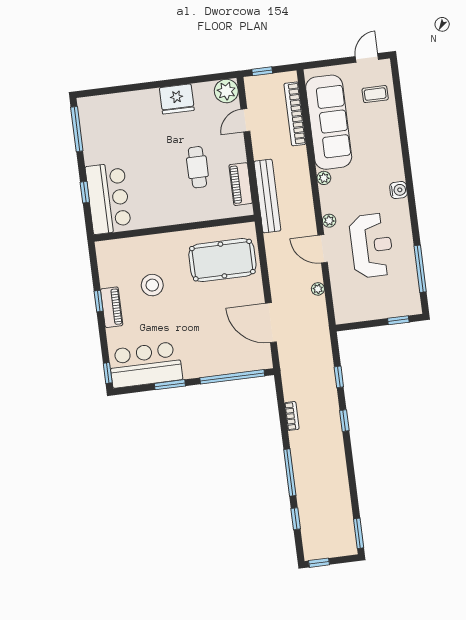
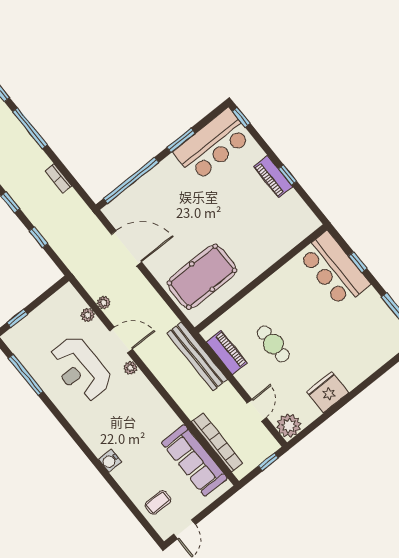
sofa: (329, 122) -> (194, 460), width x0.74, depth x0.79
plant: (324, 178) -> (88, 315), moved
water cooler: (398, 190) -> (110, 461), moved
stool: (152, 285) -> (250, 217), removed

